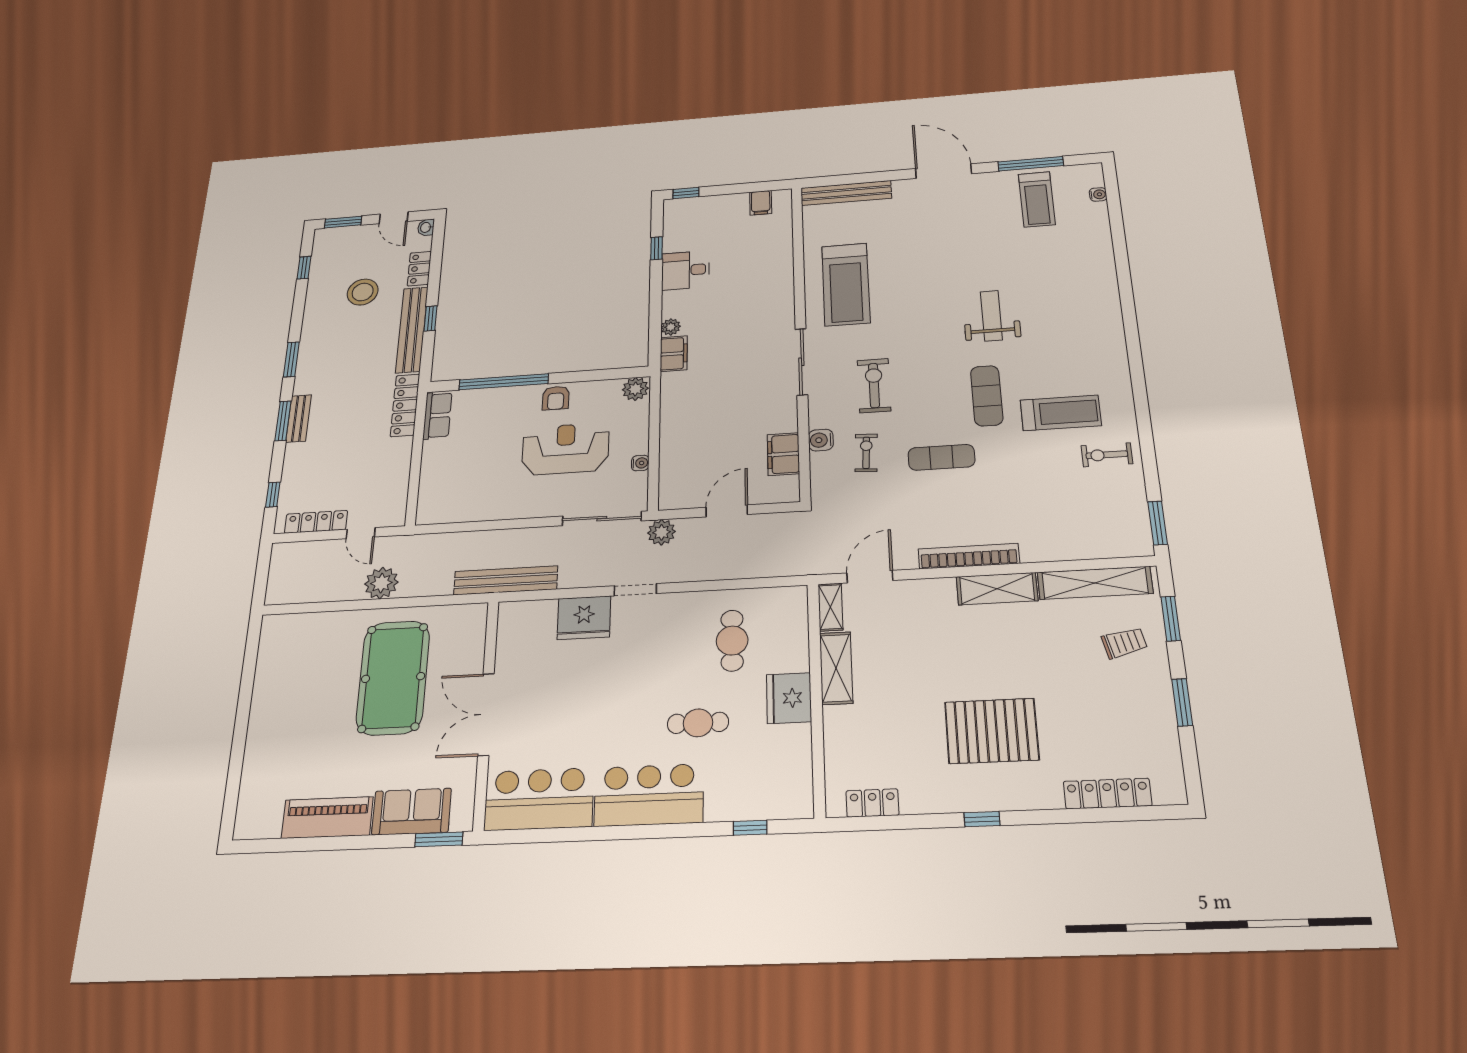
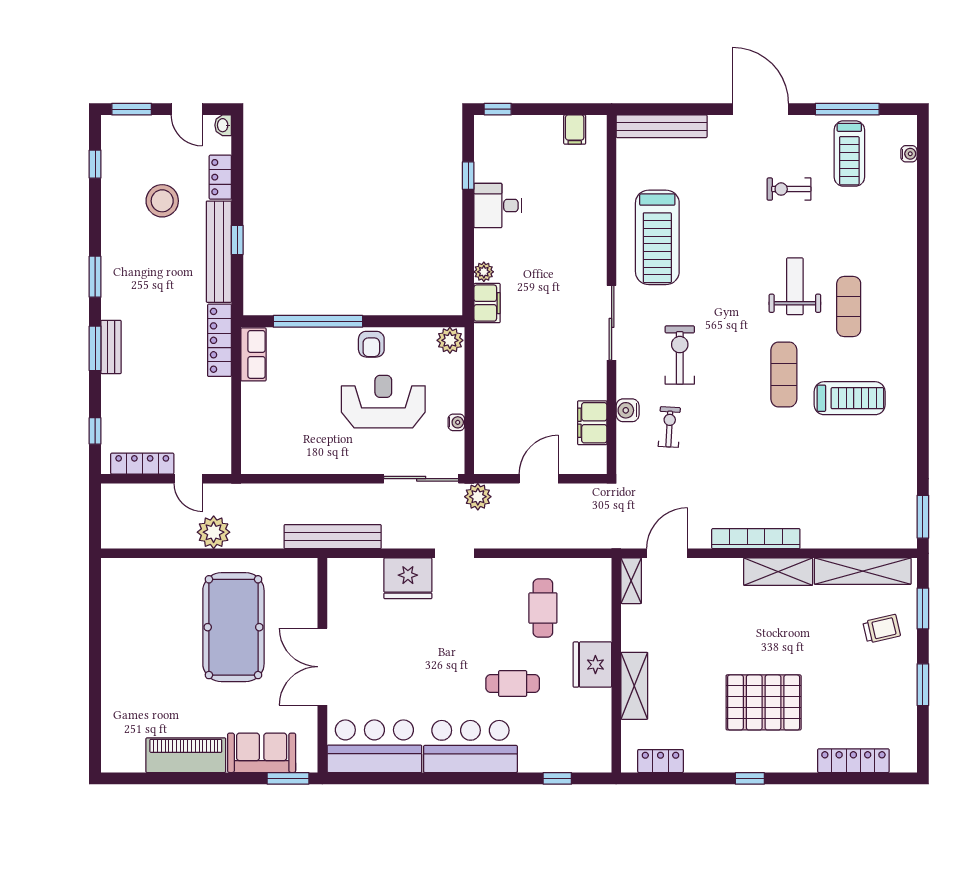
exercise bike: (1107, 455) -> (789, 189), moved
exercise mat: (941, 457) -> (849, 307), moved, turned 90
shelving: (836, 668) -> (634, 686), moved

